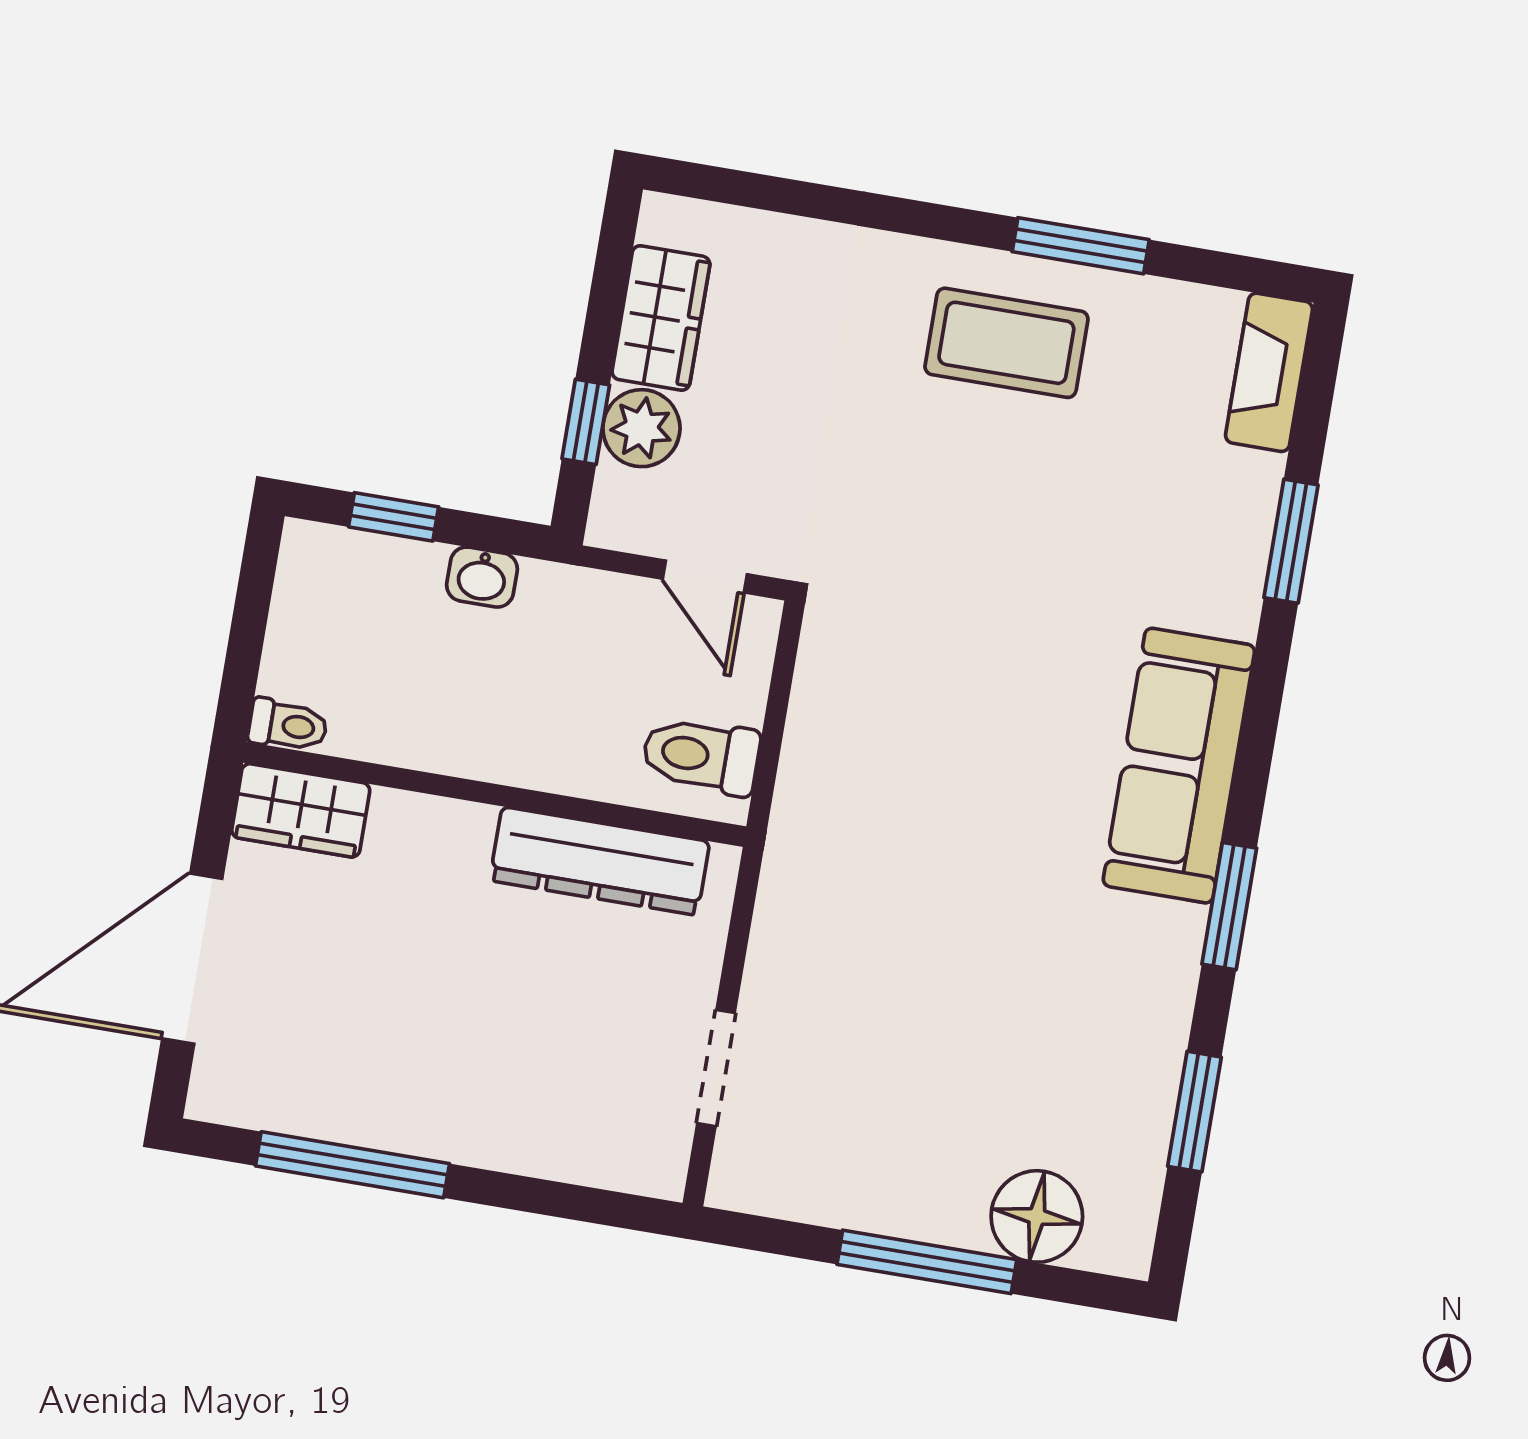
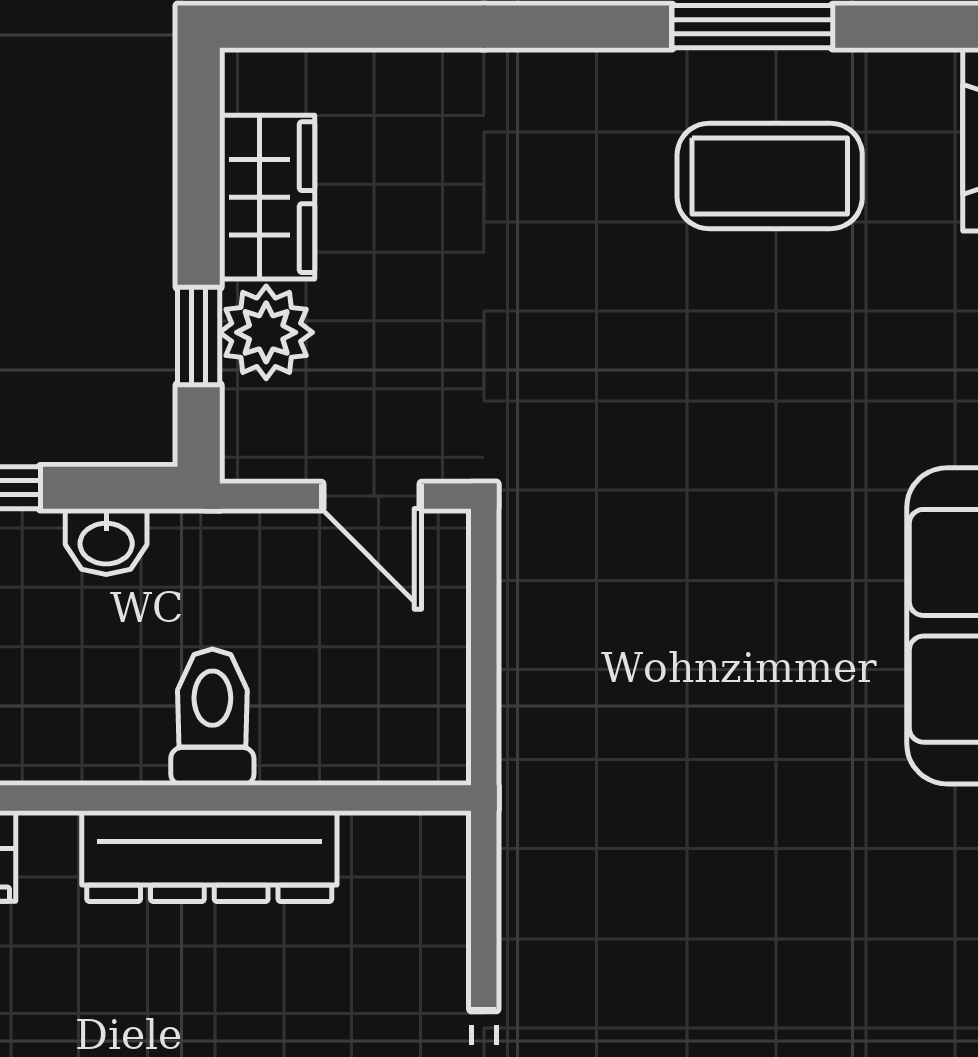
coffee table: (1006, 343) -> (770, 176), moved
toilet: (701, 756) -> (212, 717), moved, turned 90
dresser: (600, 861) -> (209, 856), moved

